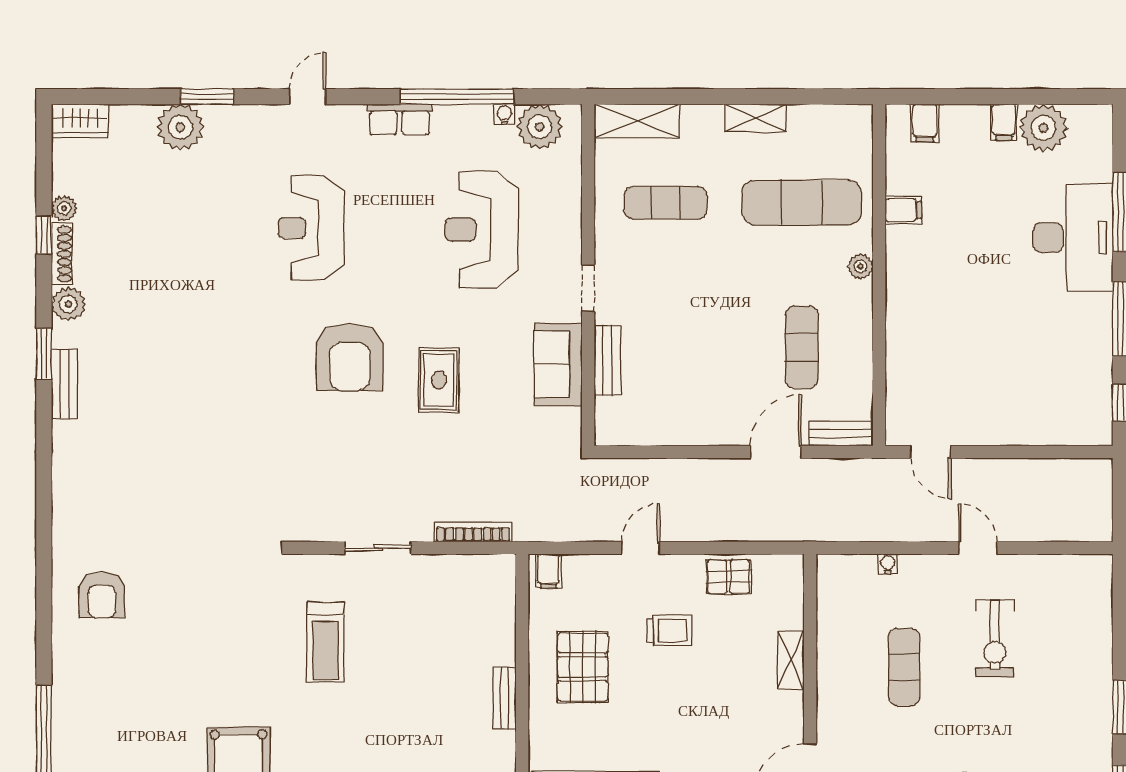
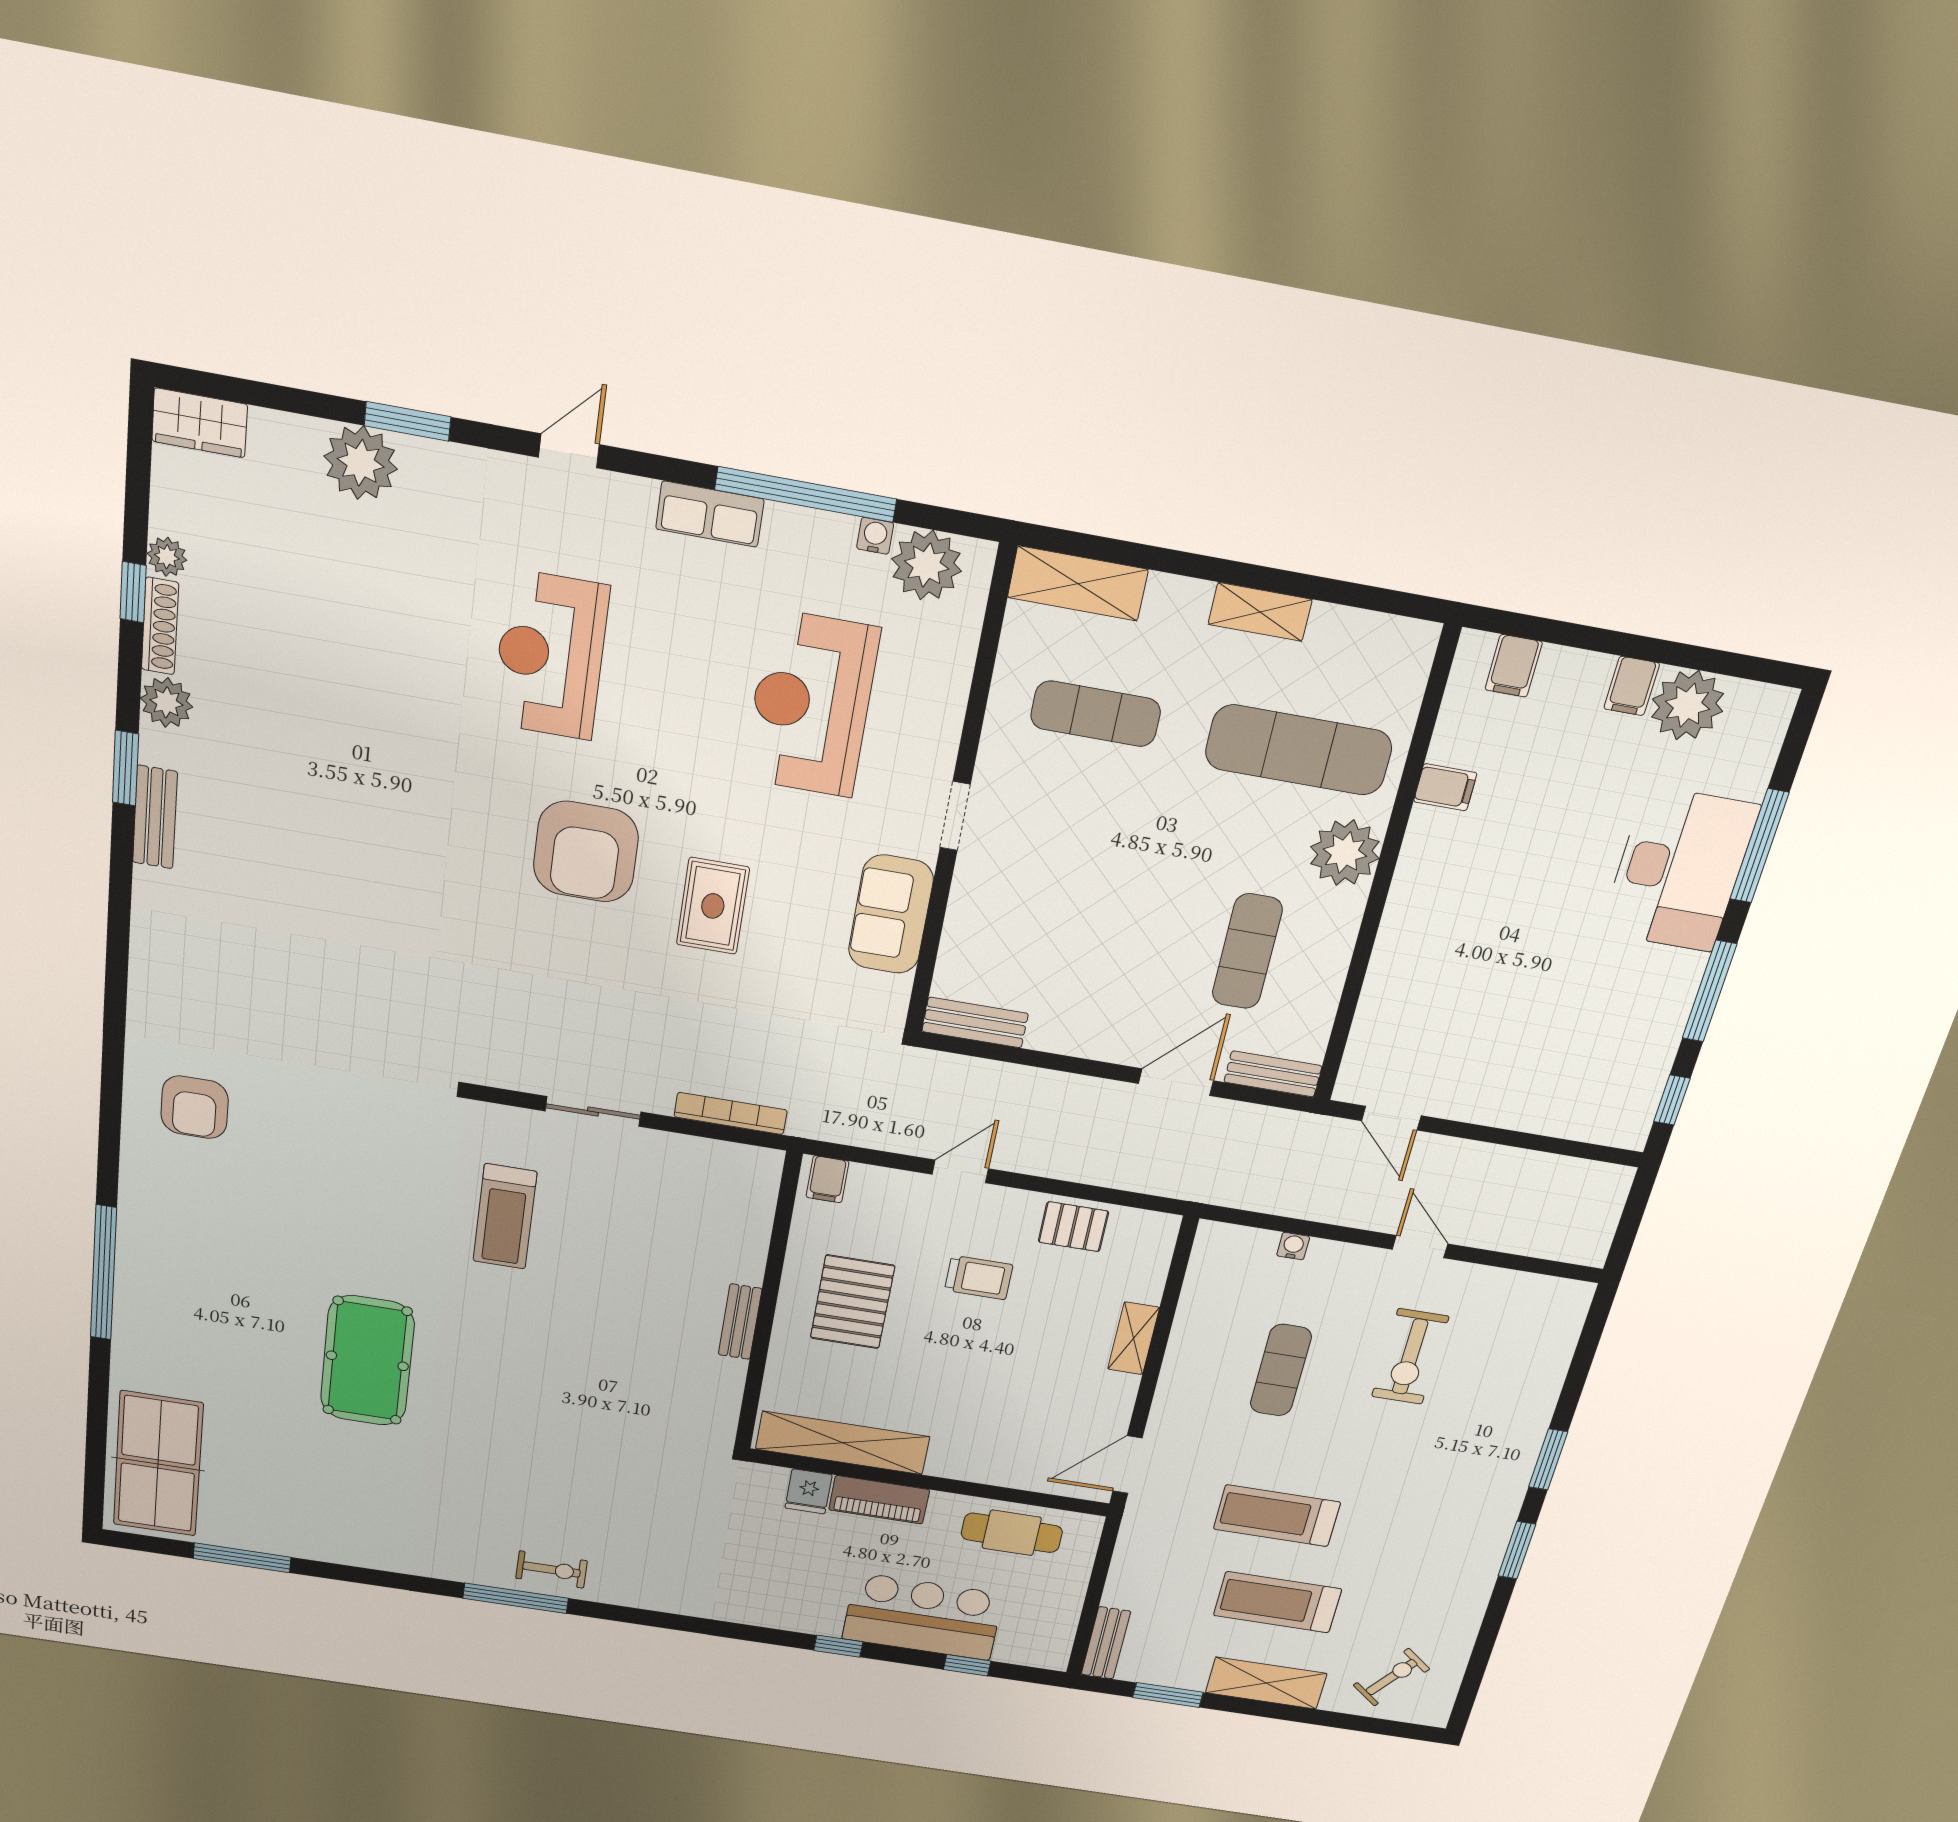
plant: (860, 266) -> (1345, 853), width x1.88, depth x1.88
bench: (608, 360) -> (975, 1023), moved, turned 90

